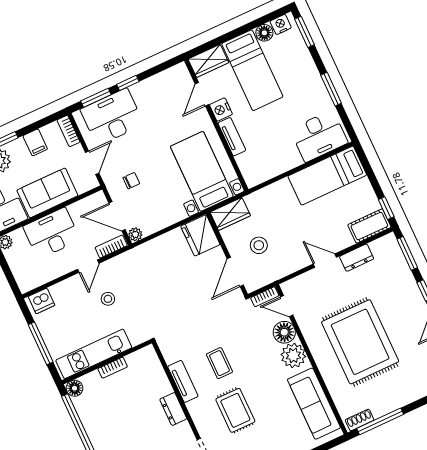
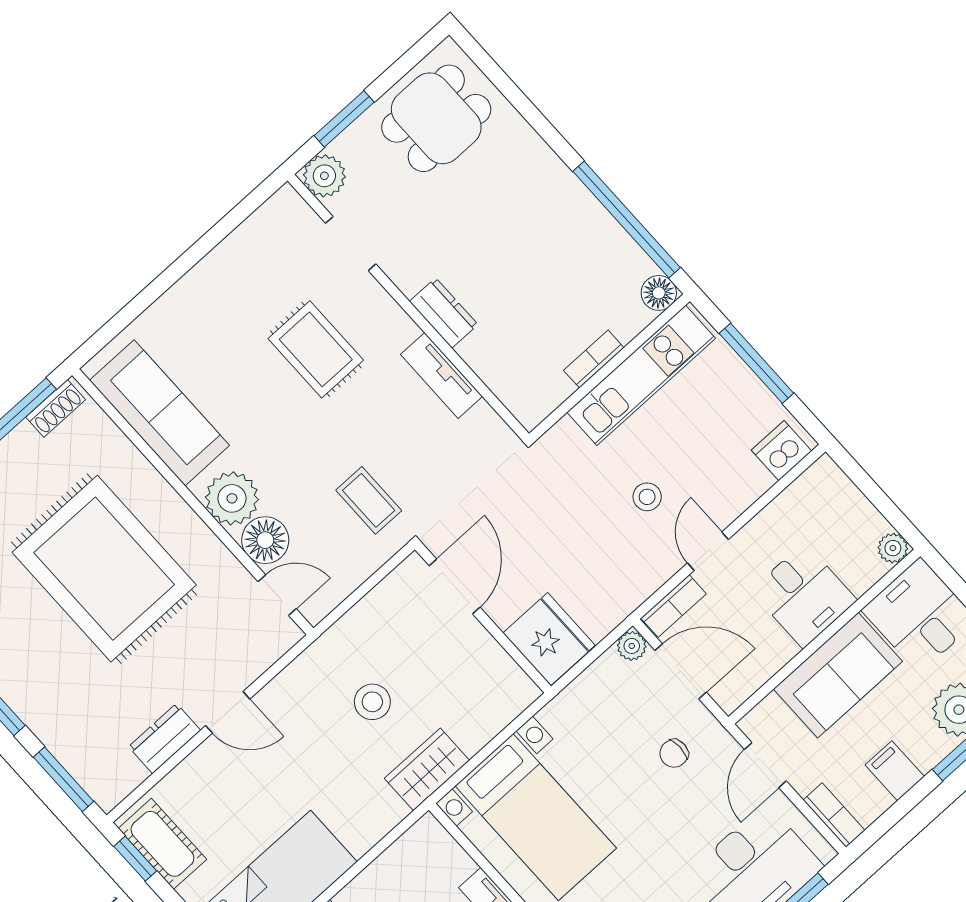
wardrobe: (230, 214) -> (427, 769), moved
cot: (369, 226) -> (162, 844), moved, turned 90
desk: (52, 233) -> (804, 595), width x0.73
fridge: (200, 235) -> (549, 639), moved
wall: (227, 254) -> (483, 618), moved
door: (235, 272) -> (455, 586), moved
bookcase: (265, 297) -> (328, 600), removed
coffee table: (219, 363) -> (369, 500), moved

